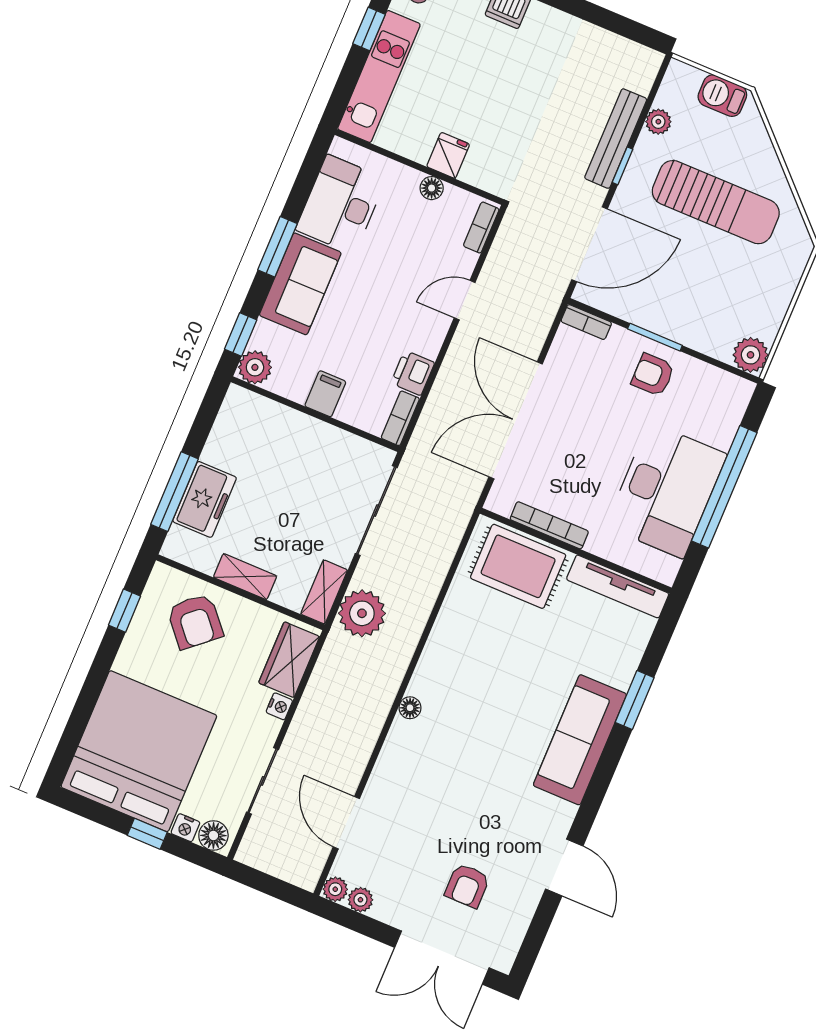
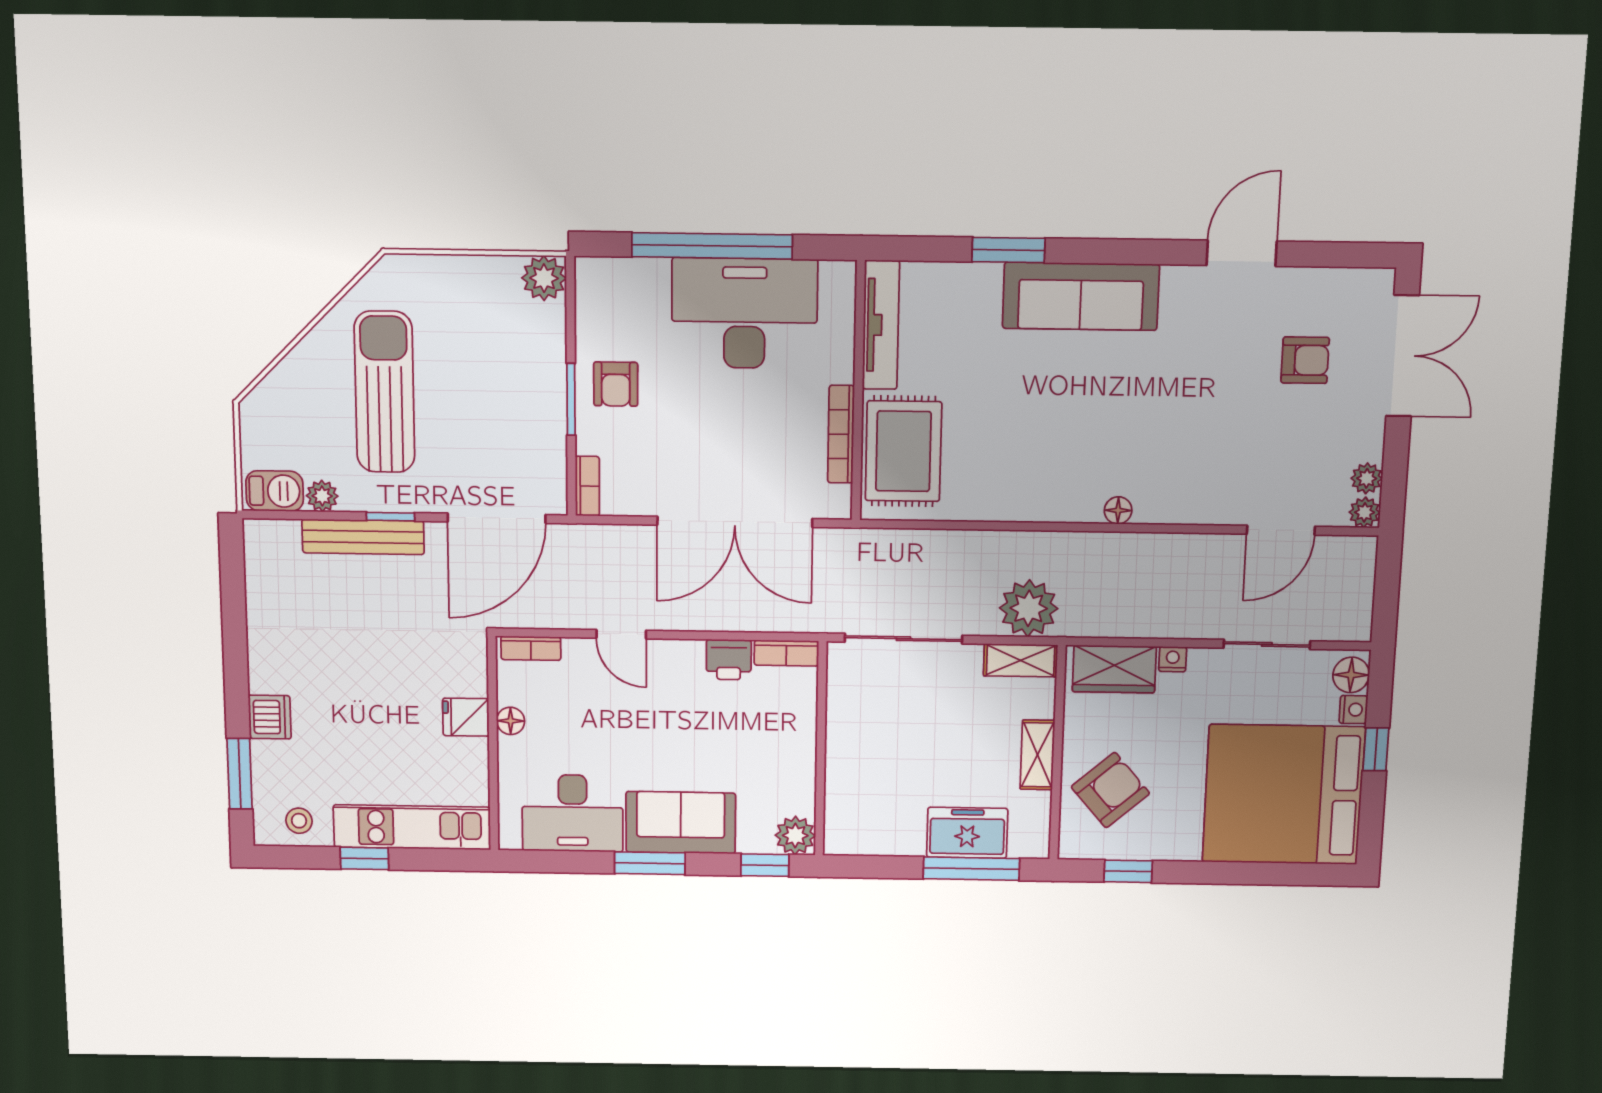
barbecue: (722, 96) -> (275, 491), moved, turned -90
door: (590, 244) -> (497, 518), swing flipped
filing cabinet: (325, 394) -> (793, 747), removed

